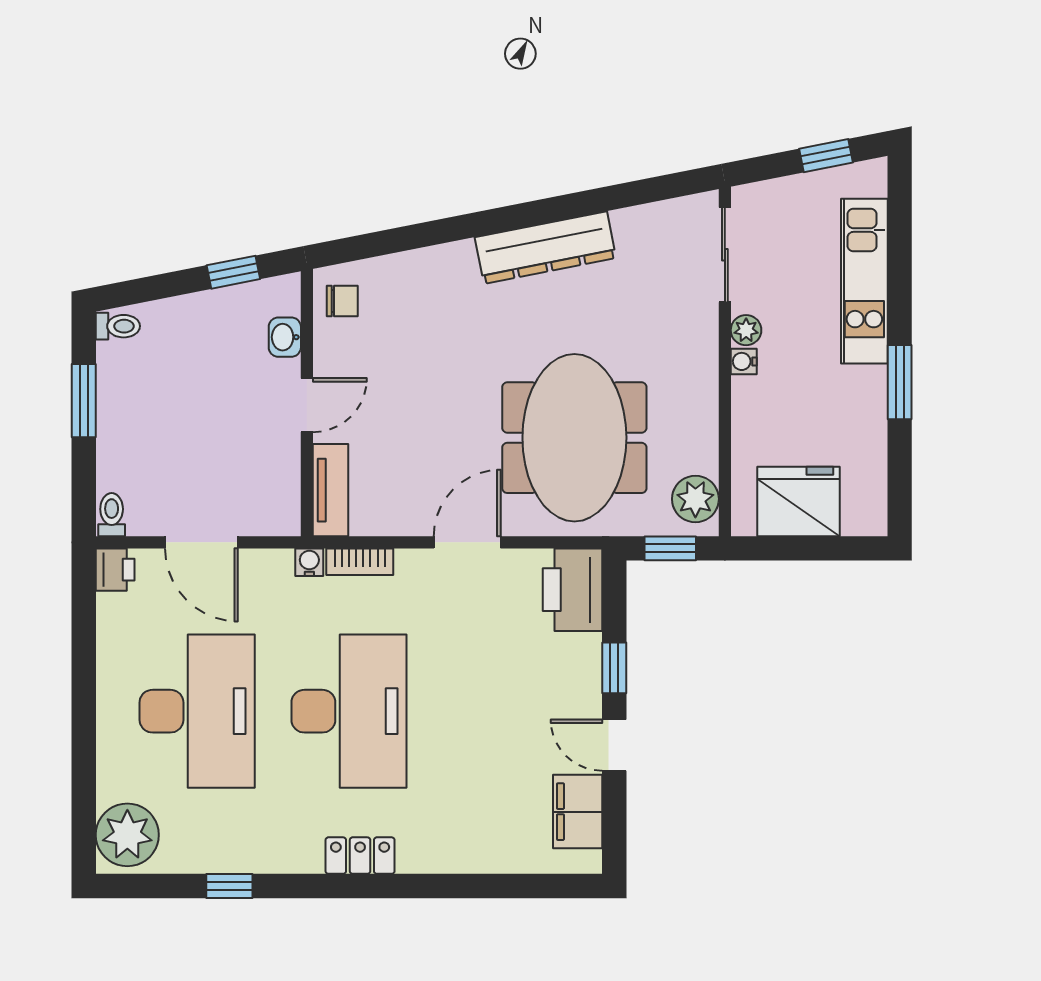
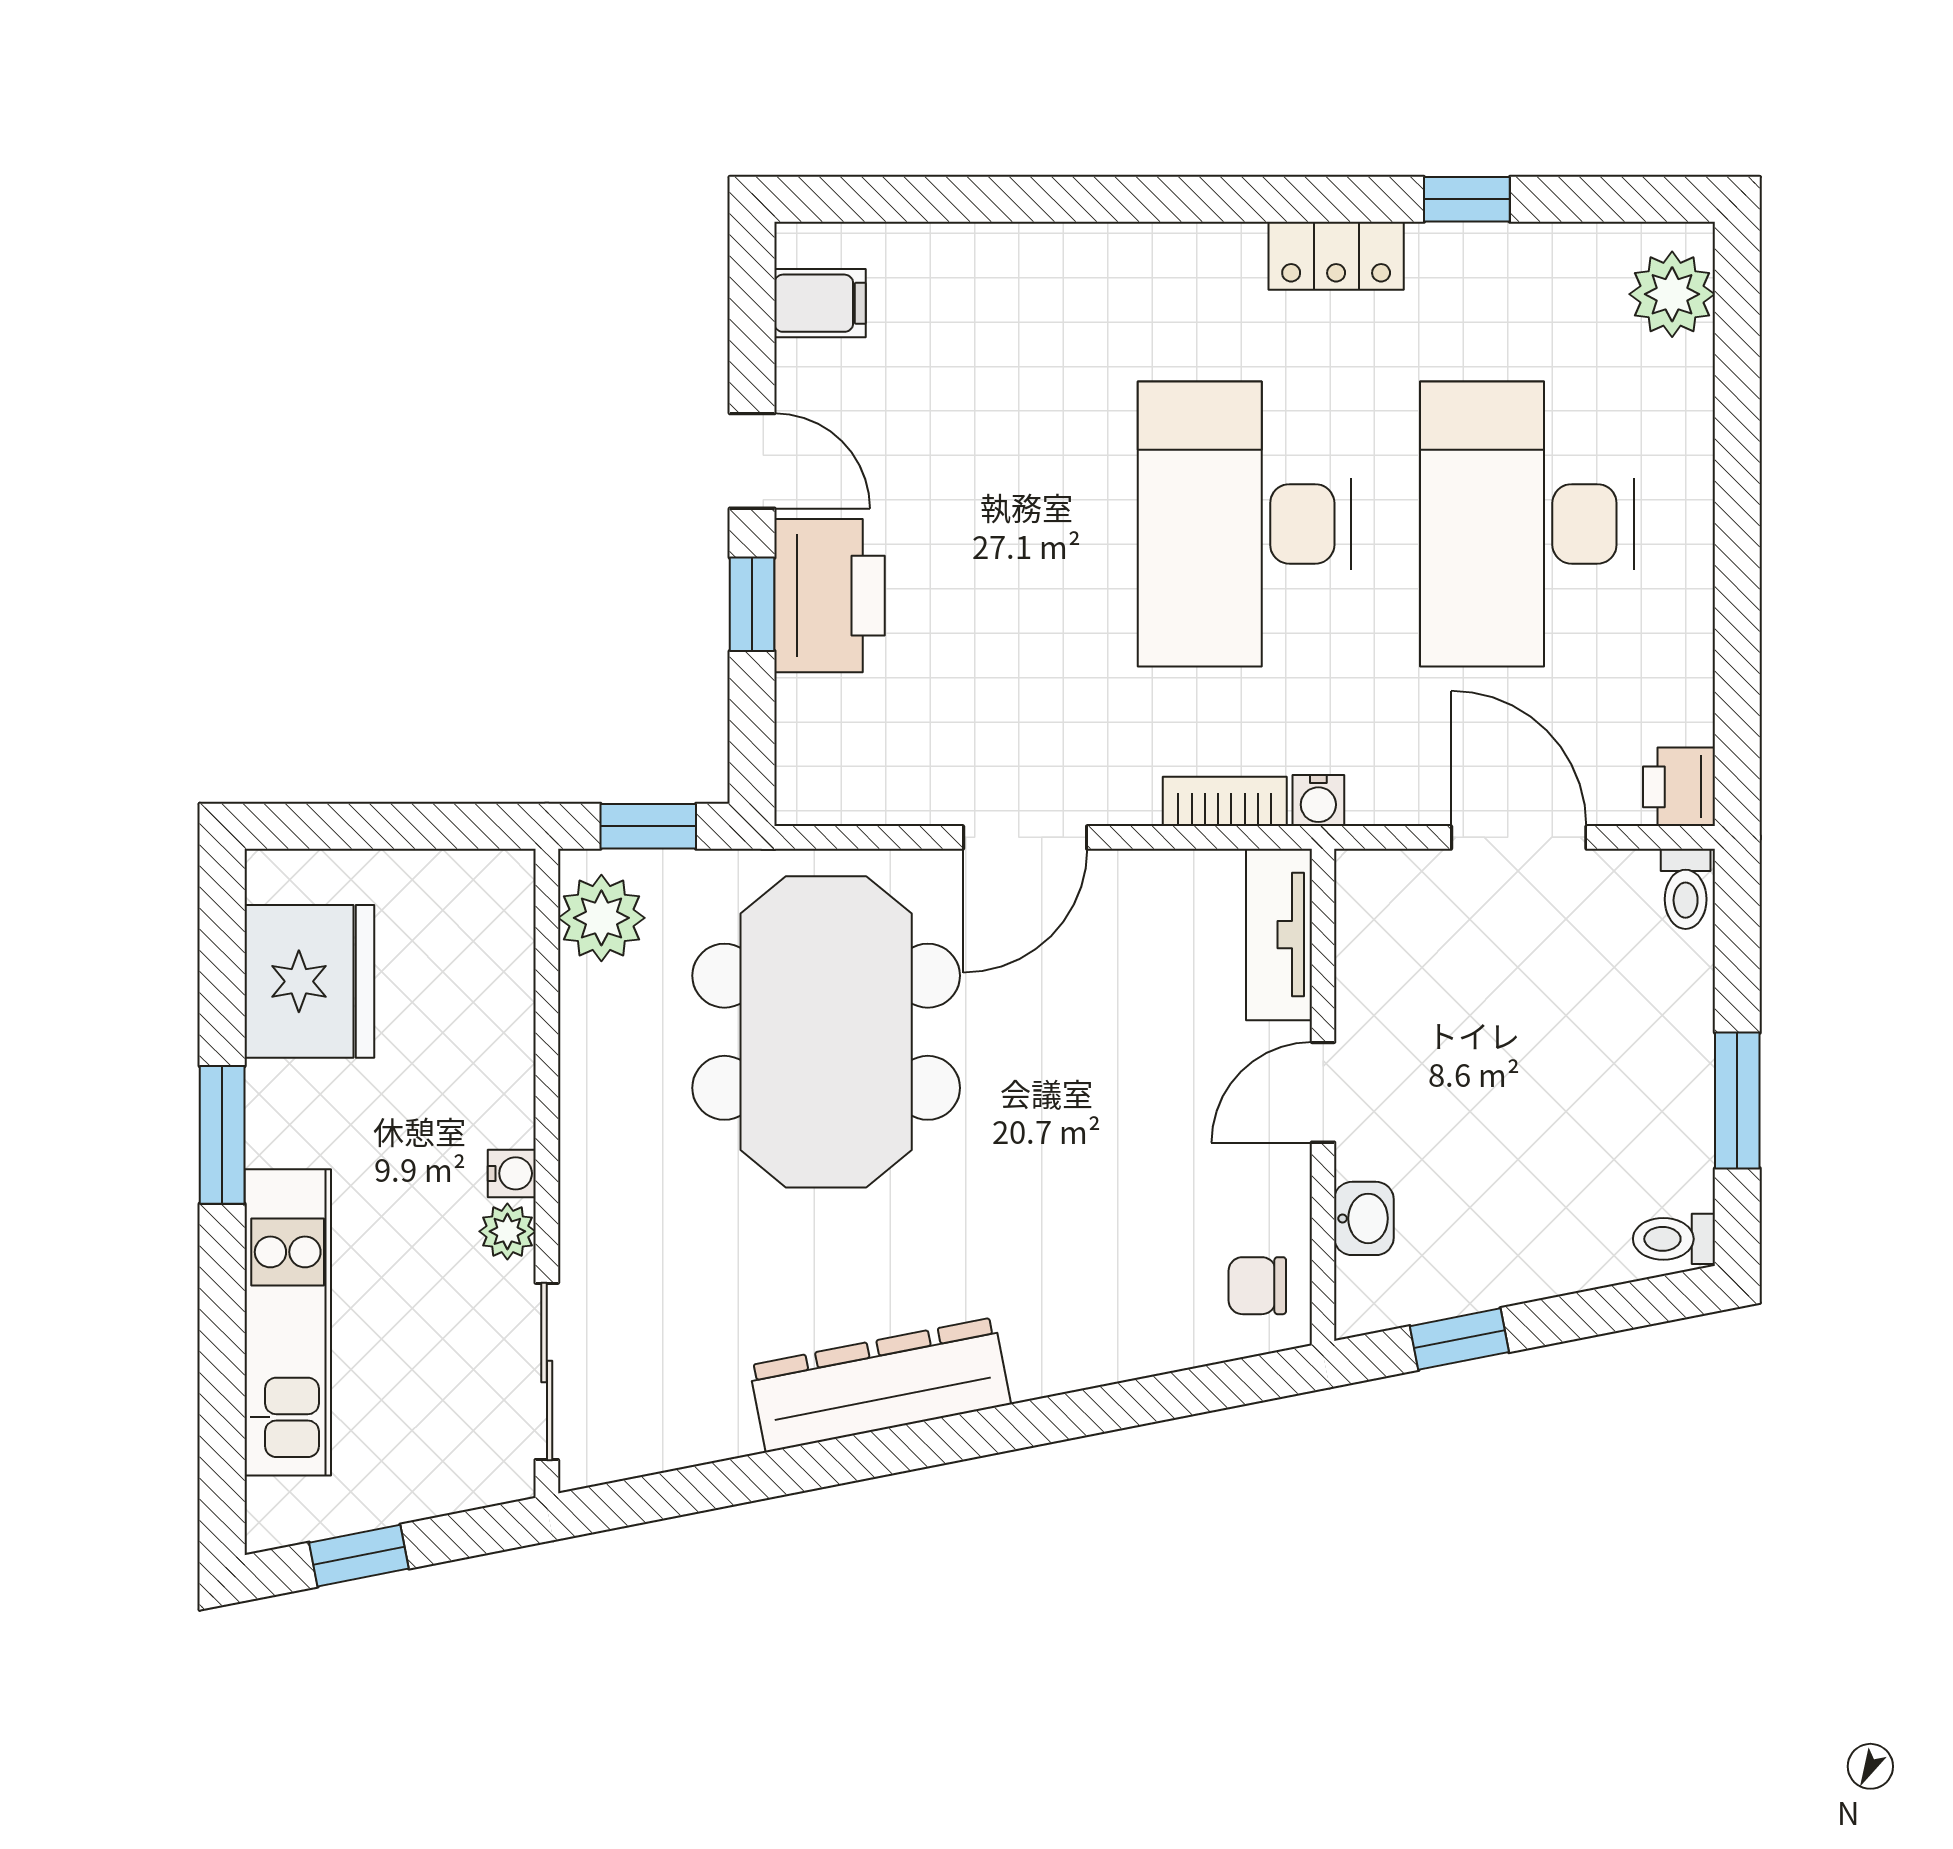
fridge: (798, 501) -> (309, 981), moved, turned -90
printer: (573, 590) -> (830, 596), moved
filing cabinet: (578, 812) -> (820, 303), width x0.50
plant: (127, 835) -> (1672, 294), width x0.73, depth x0.73
locker: (360, 856) -> (1336, 256), moved

